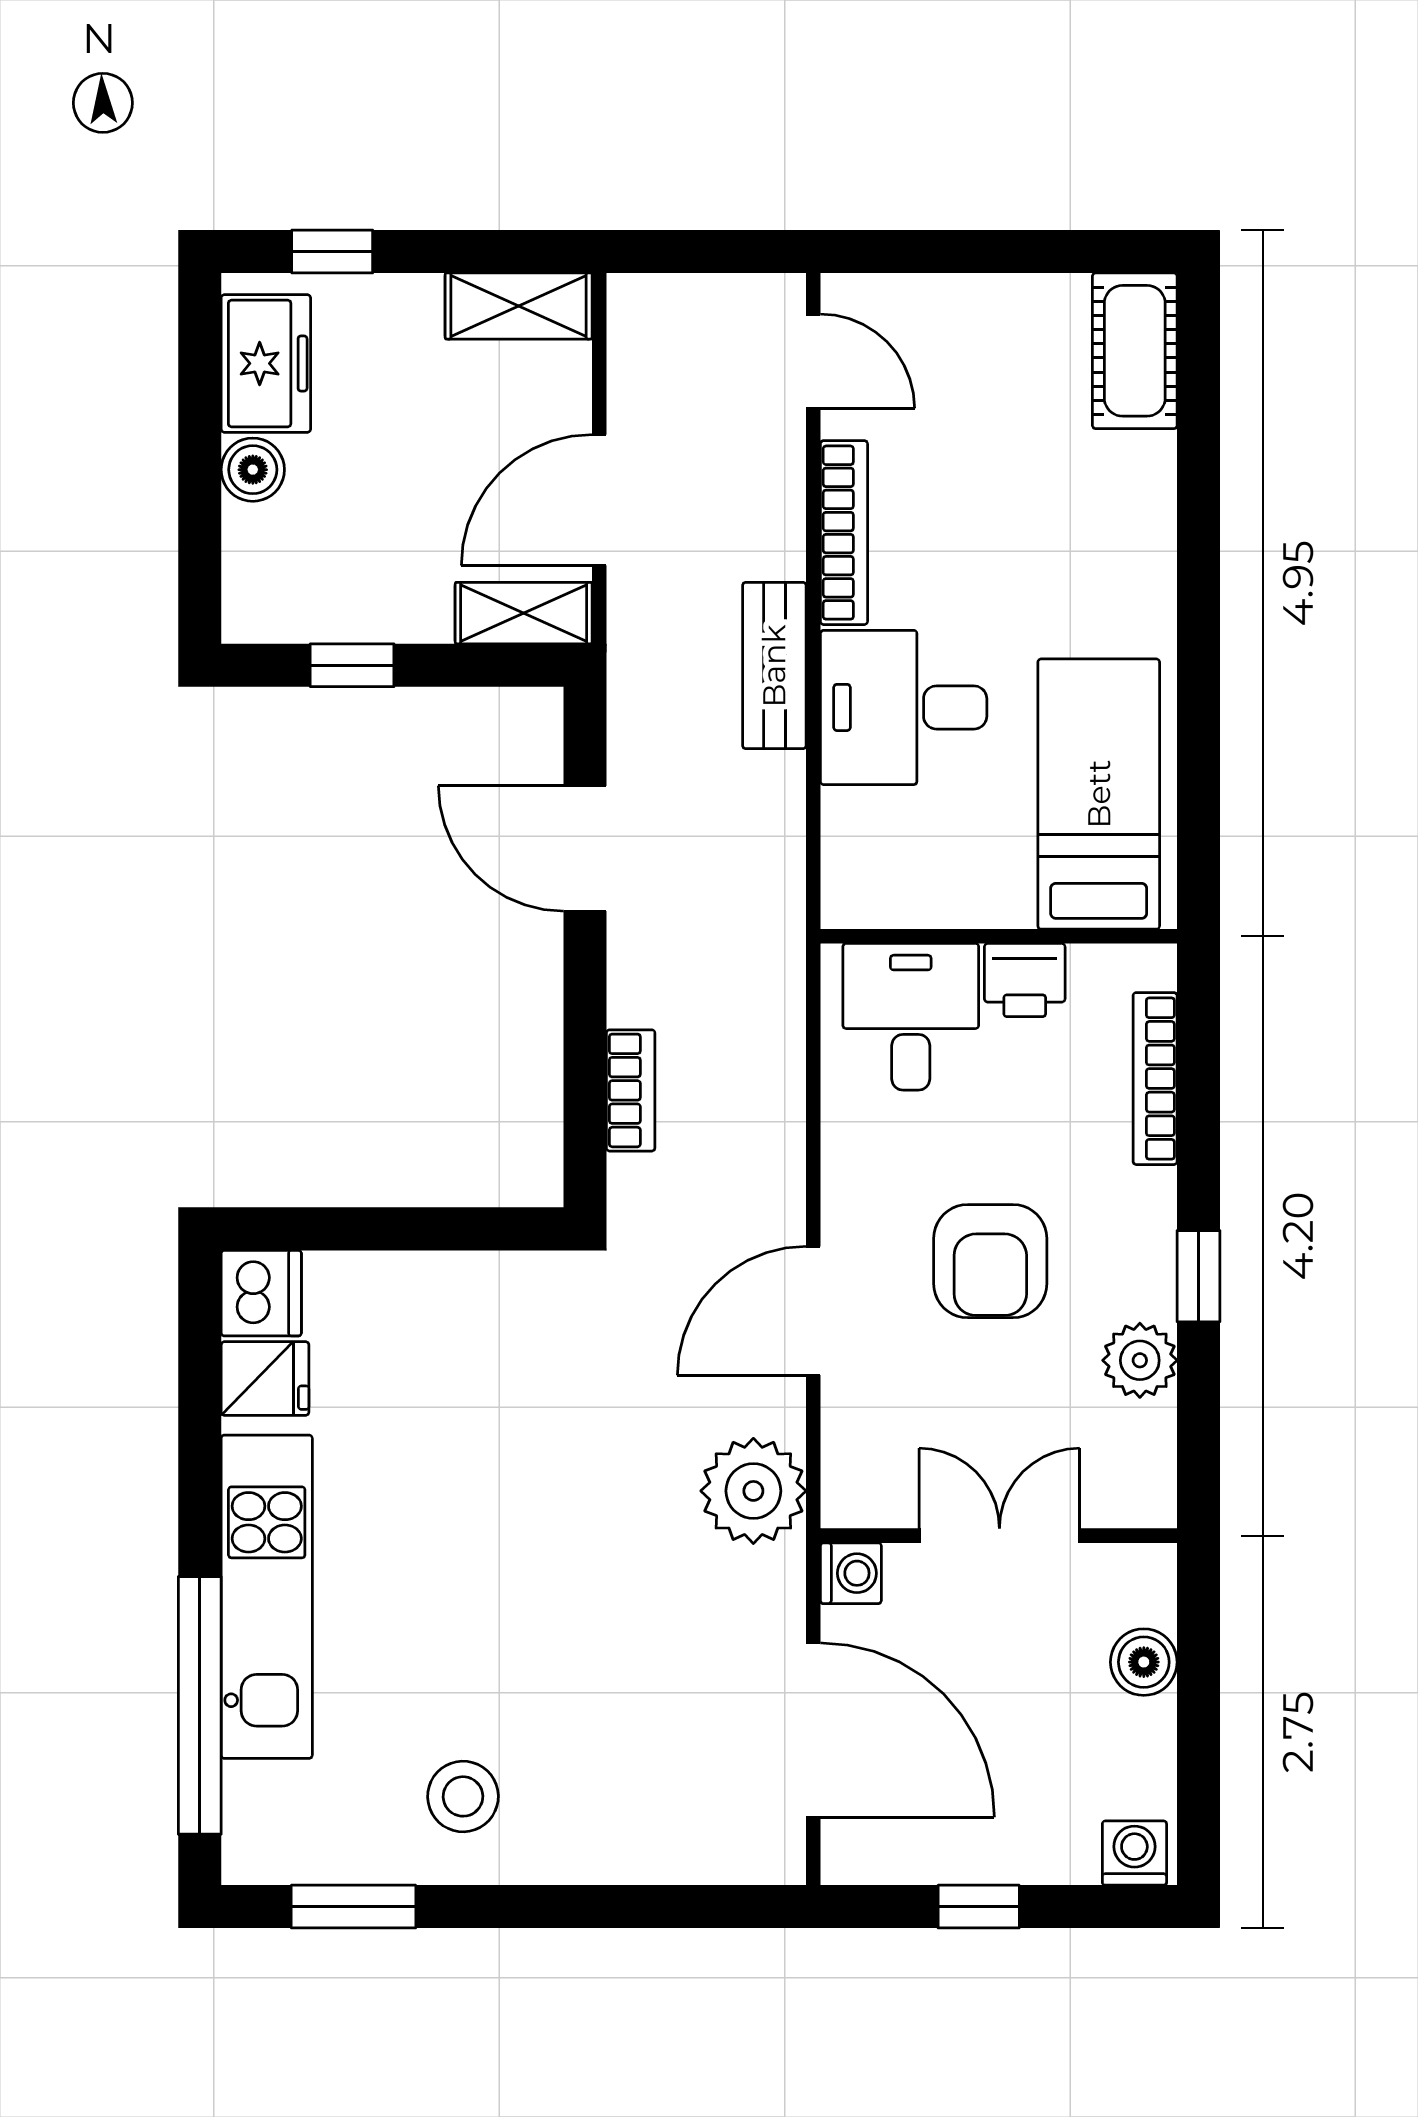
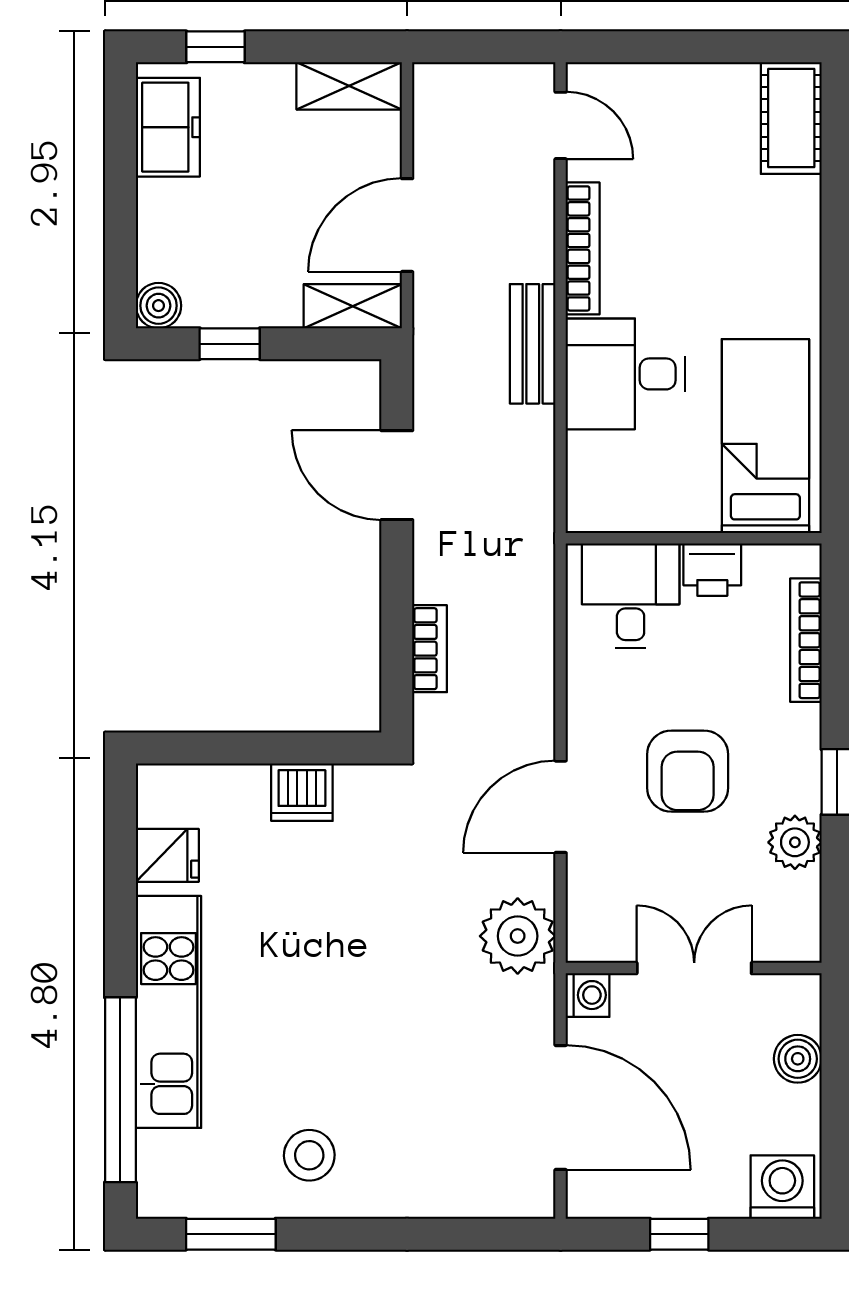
boiler: (253, 470) -> (158, 306), moved
dishwasher: (261, 1293) -> (302, 792), moved, turned 90
washing machine: (1134, 1853) -> (782, 1187), width x1.38, depth x1.38

